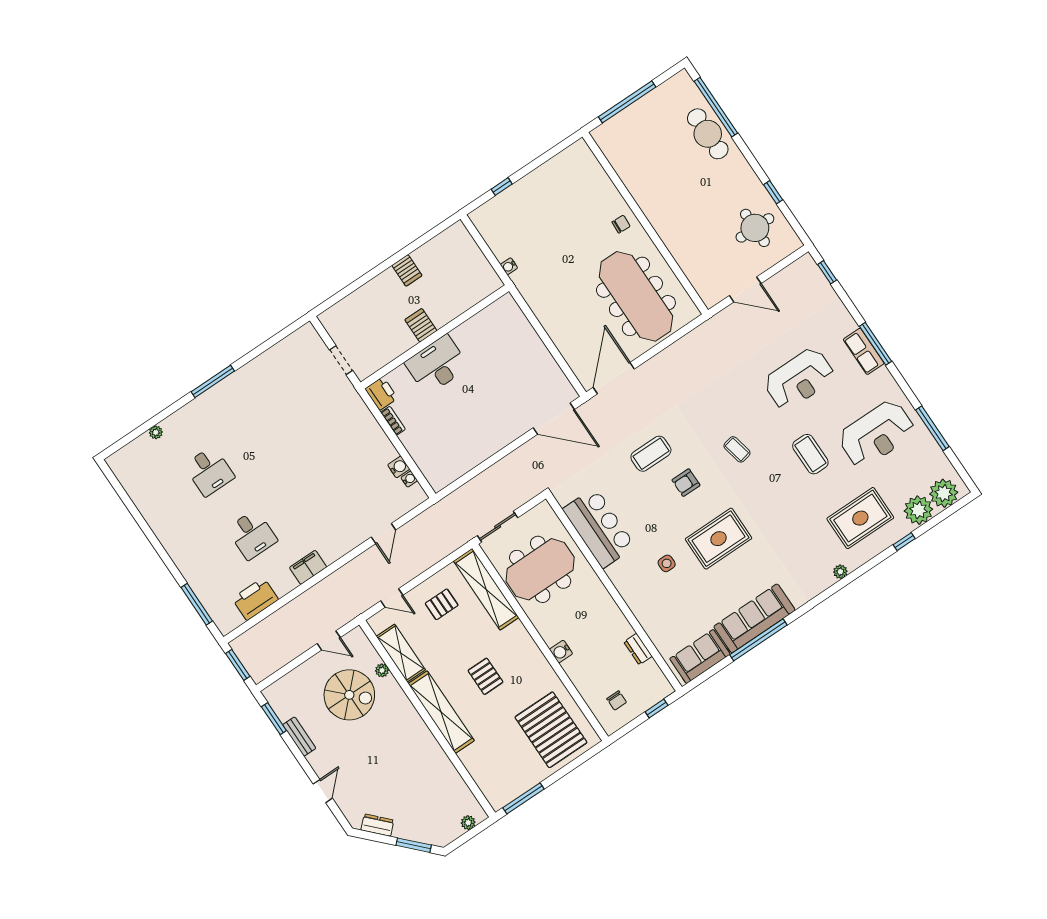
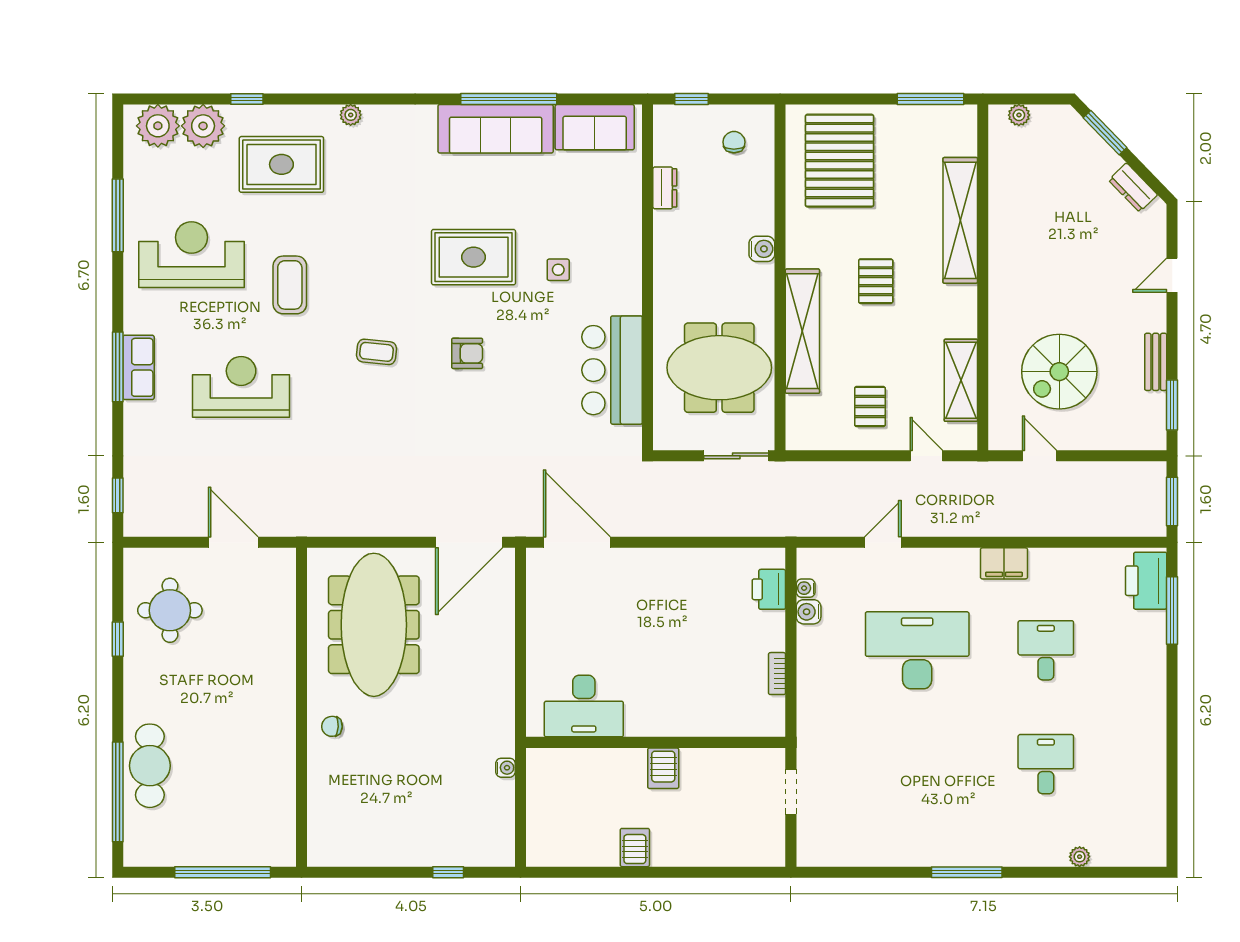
desk: (437, 365) -> (584, 706), moved
printer: (381, 393) -> (769, 589), moved
coffee table: (737, 449) -> (376, 352), turned -72
coffee table: (651, 454) -> (486, 418), removed
desk: (324, 486) -> (917, 650), added
shelving: (486, 589) -> (802, 331), moved
printer: (255, 599) -> (1146, 581), moved, turned 90
pallet: (442, 604) -> (870, 407), turned 90
plant: (382, 670) -> (998, 375), removed
spiral stairs: (349, 695) -> (1059, 372), turned -90
shelving: (441, 712) -> (960, 220), moved

